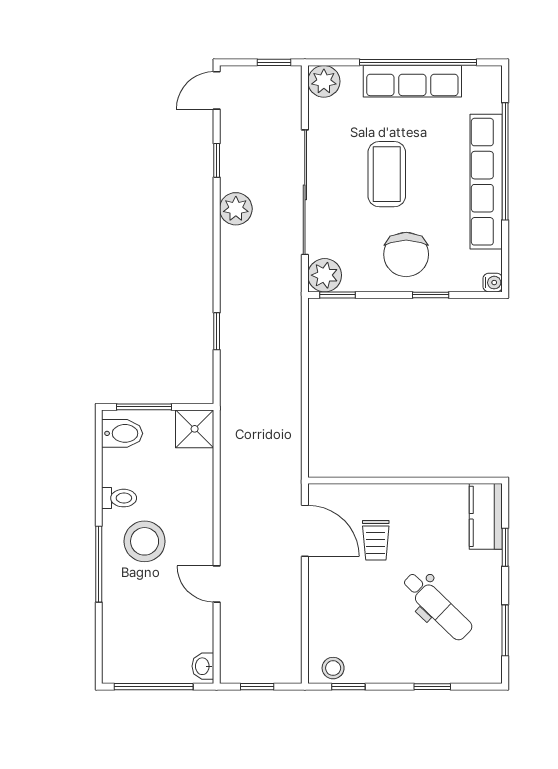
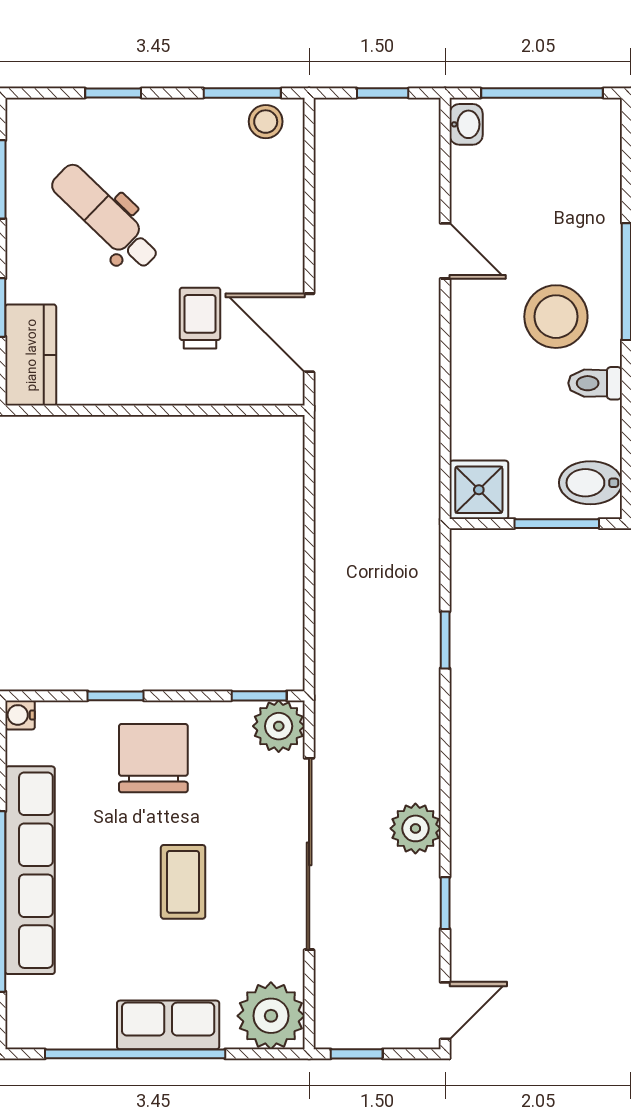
plant: (324, 81) -> (271, 1016), width x1.36, depth x1.36
row of seats: (412, 81) -> (168, 1025), width x0.68
coffee table: (387, 174) -> (183, 882), width x0.73, depth x0.77
window: (348, 687) -> (242, 93), width x1.50

